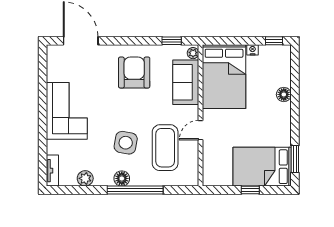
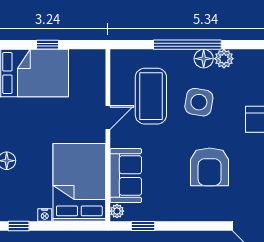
armchair: (134, 72) -> (210, 167), moved
plant: (85, 178) -> (224, 59), moved

